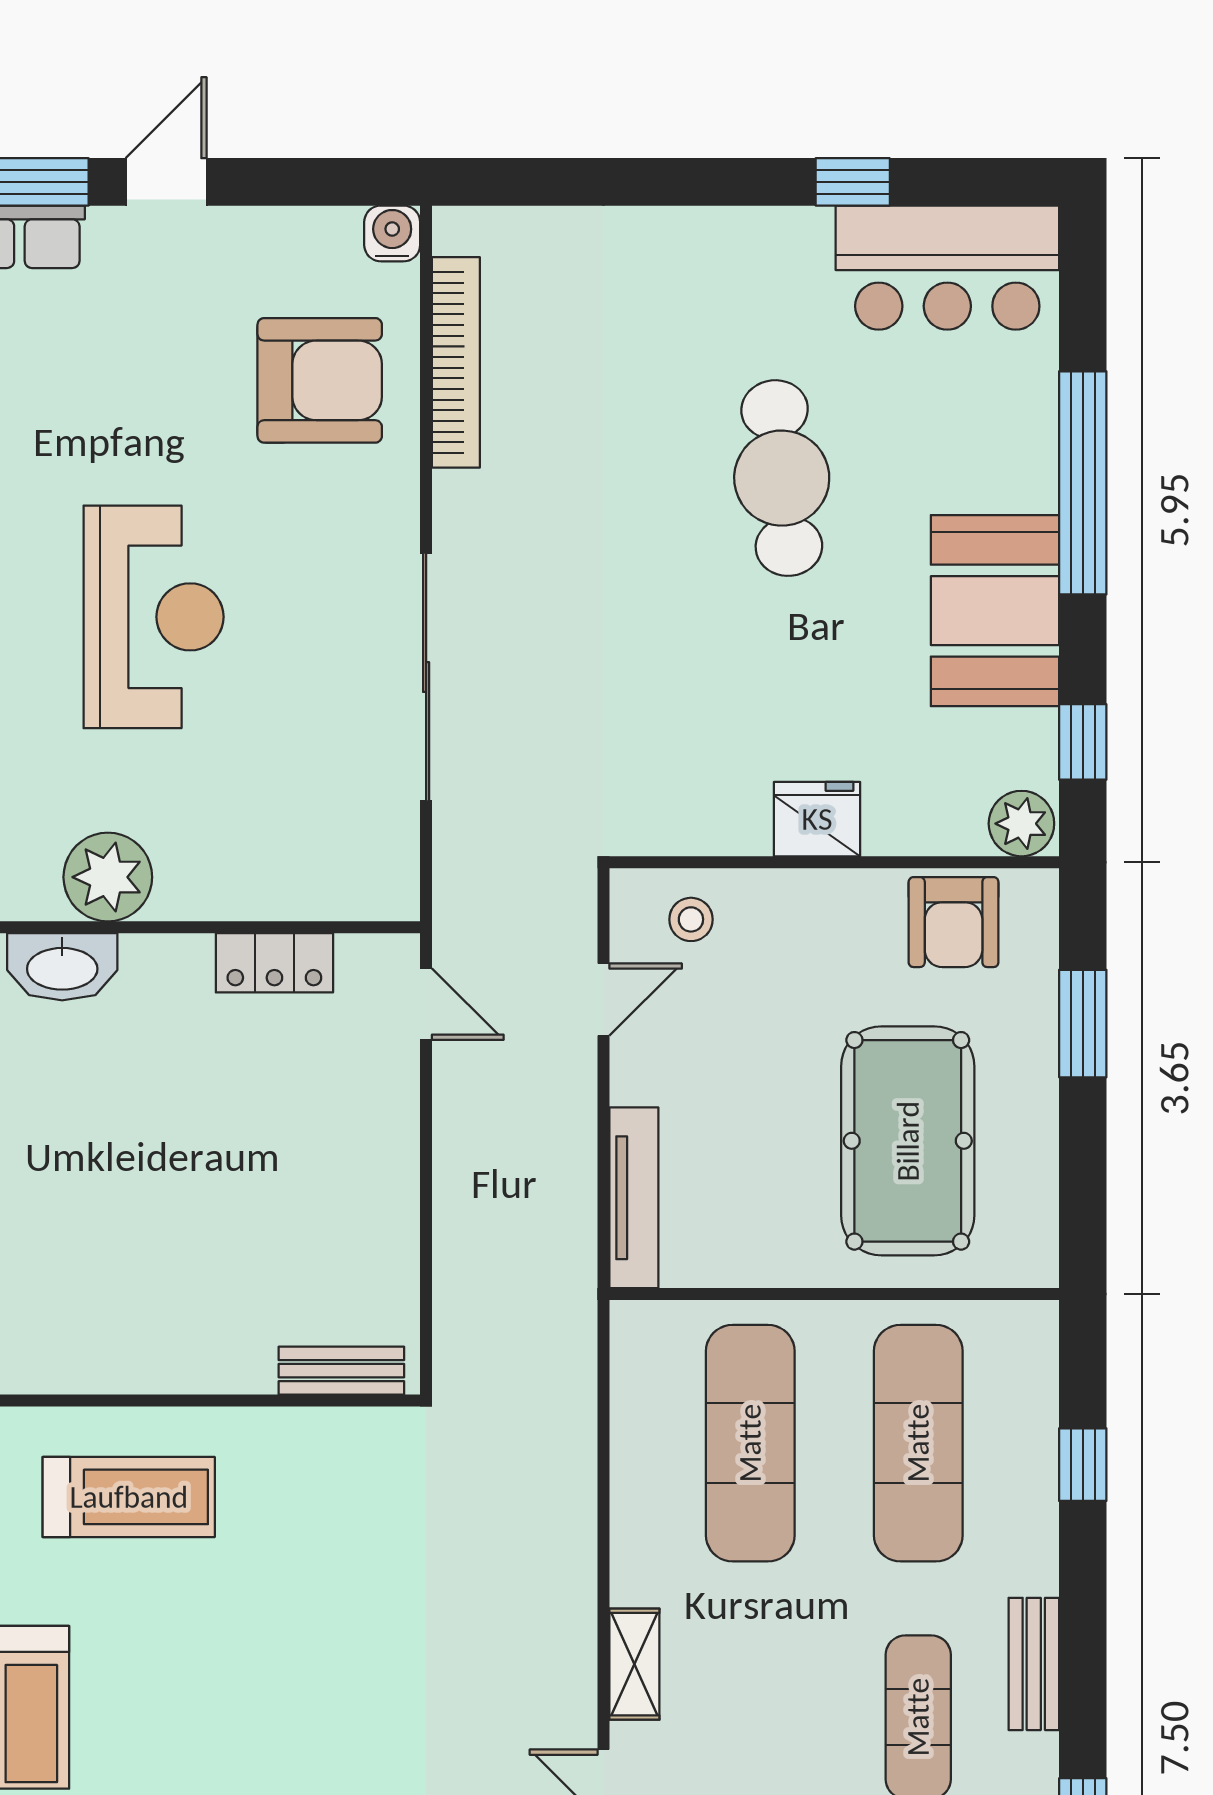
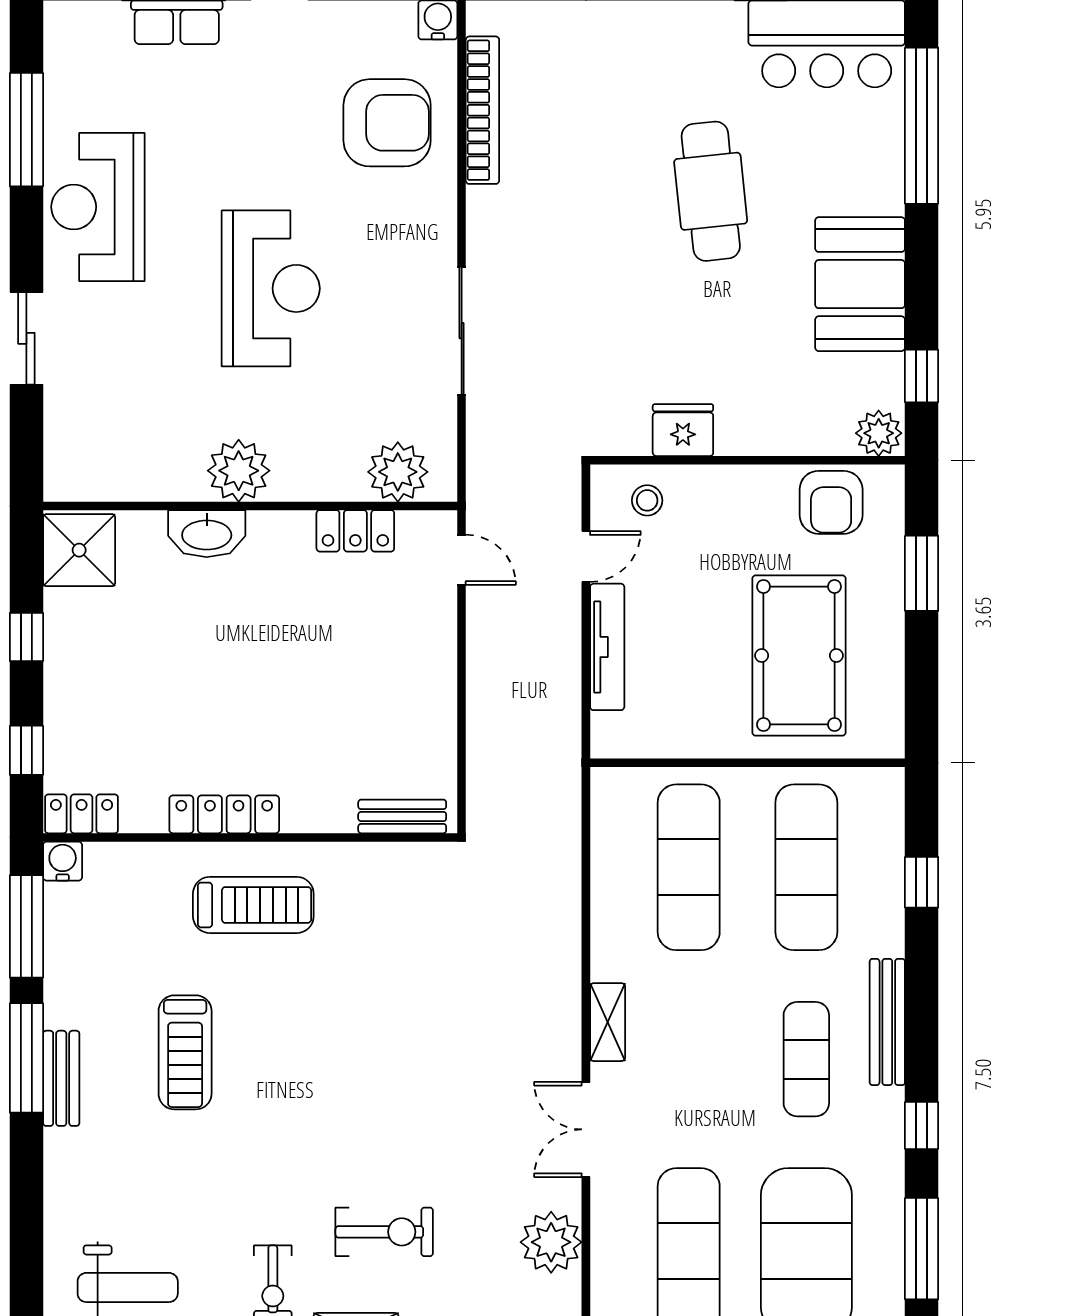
window: (1083, 483) -> (922, 126), moved
sliding door: (426, 677) -> (462, 331), width x0.73
fridge: (817, 819) -> (683, 430), moved
plant: (335, 879) -> (398, 472), added
tv unit: (634, 1198) -> (607, 647), moved
locker: (87, 1368) -> (224, 814), added
bench: (1034, 1664) -> (887, 1022), width x1.36

